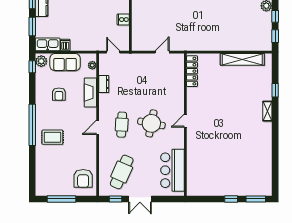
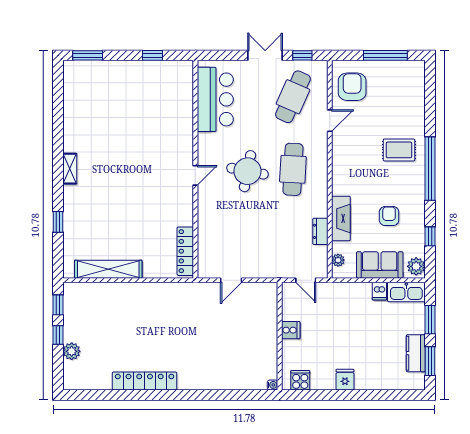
window: (32, 67) -> (430, 236), moved
shelving: (267, 111) -> (70, 169), moved
cafe table: (122, 125) -> (293, 169), width x1.37, depth x1.35
door: (98, 127) -> (330, 121), moved
window: (231, 199) -> (152, 55), moved

